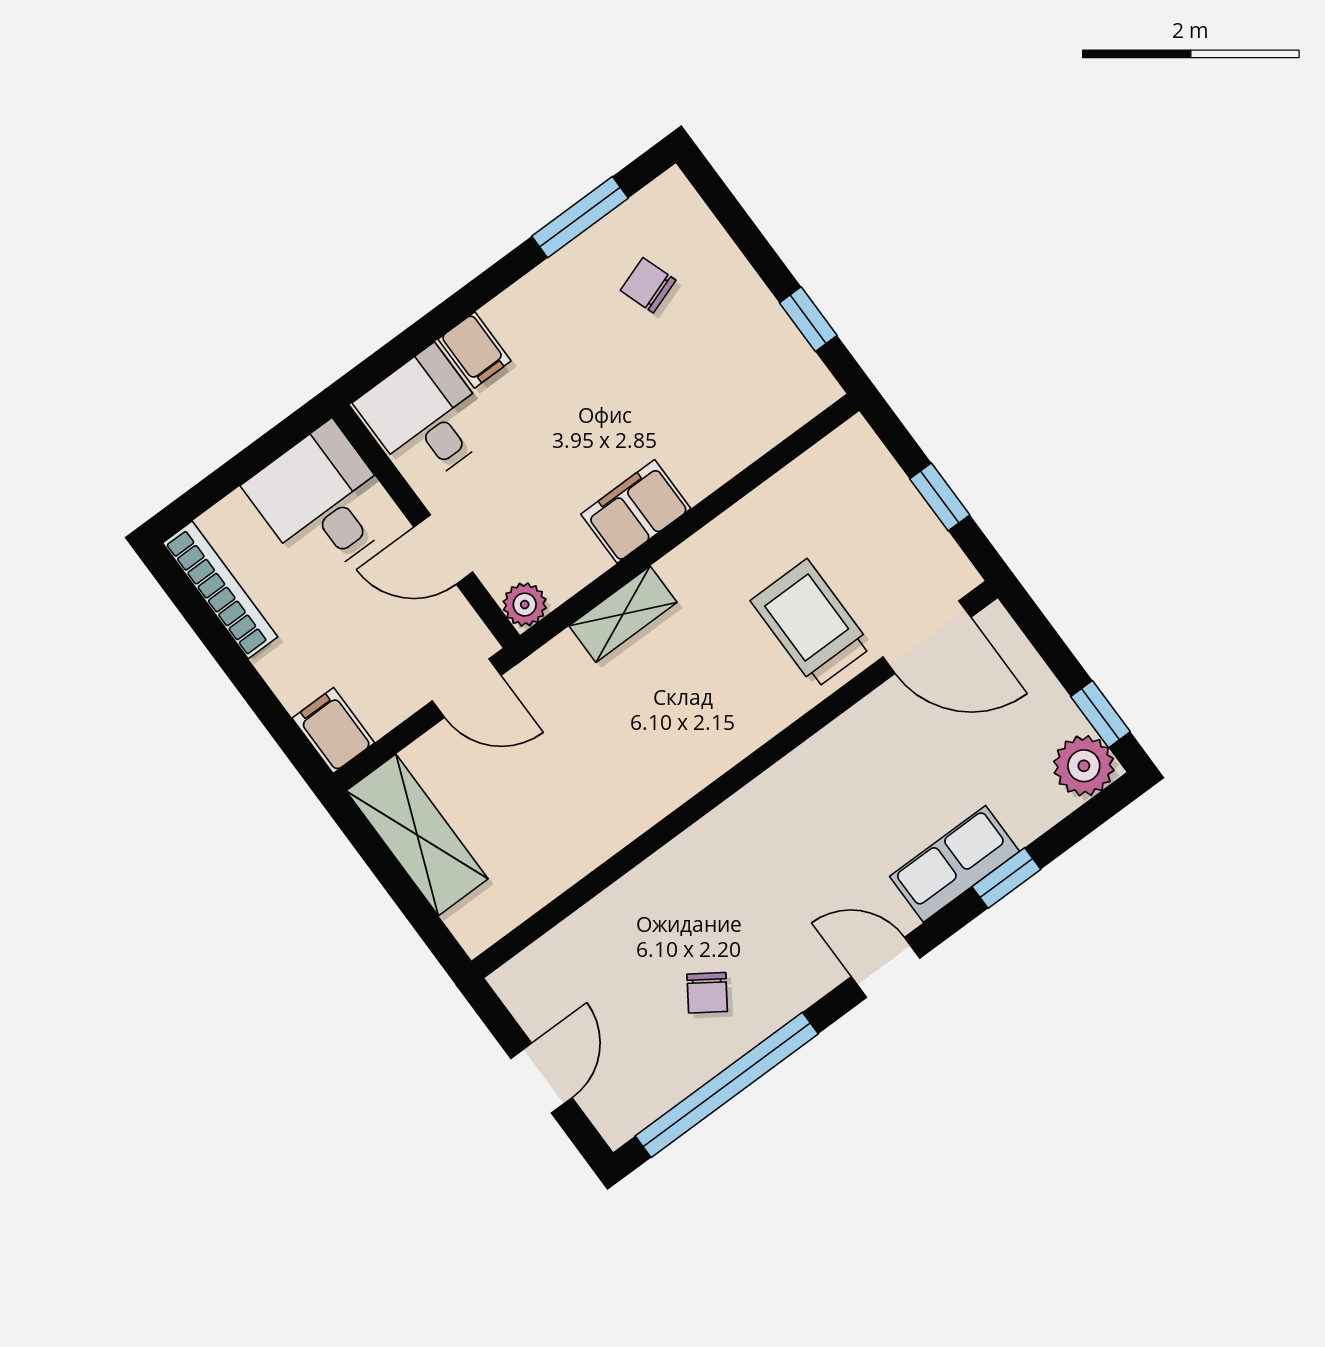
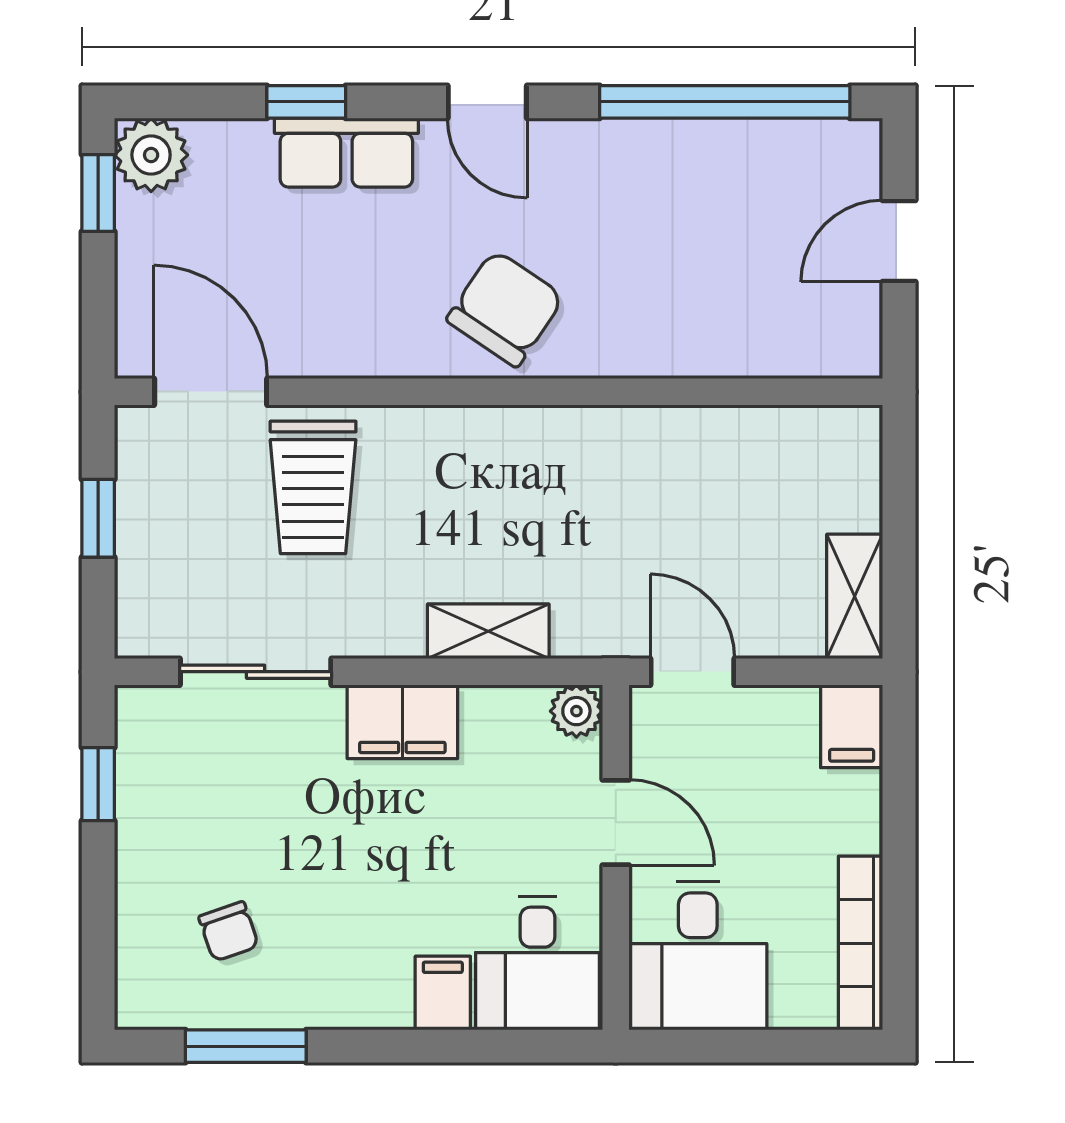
sliding door: (759, 472) -> (256, 672), added
shelving: (417, 835) -> (855, 596), width x0.67, depth x0.75
chair: (707, 993) -> (505, 308), moved, width x1.87, depth x1.87

